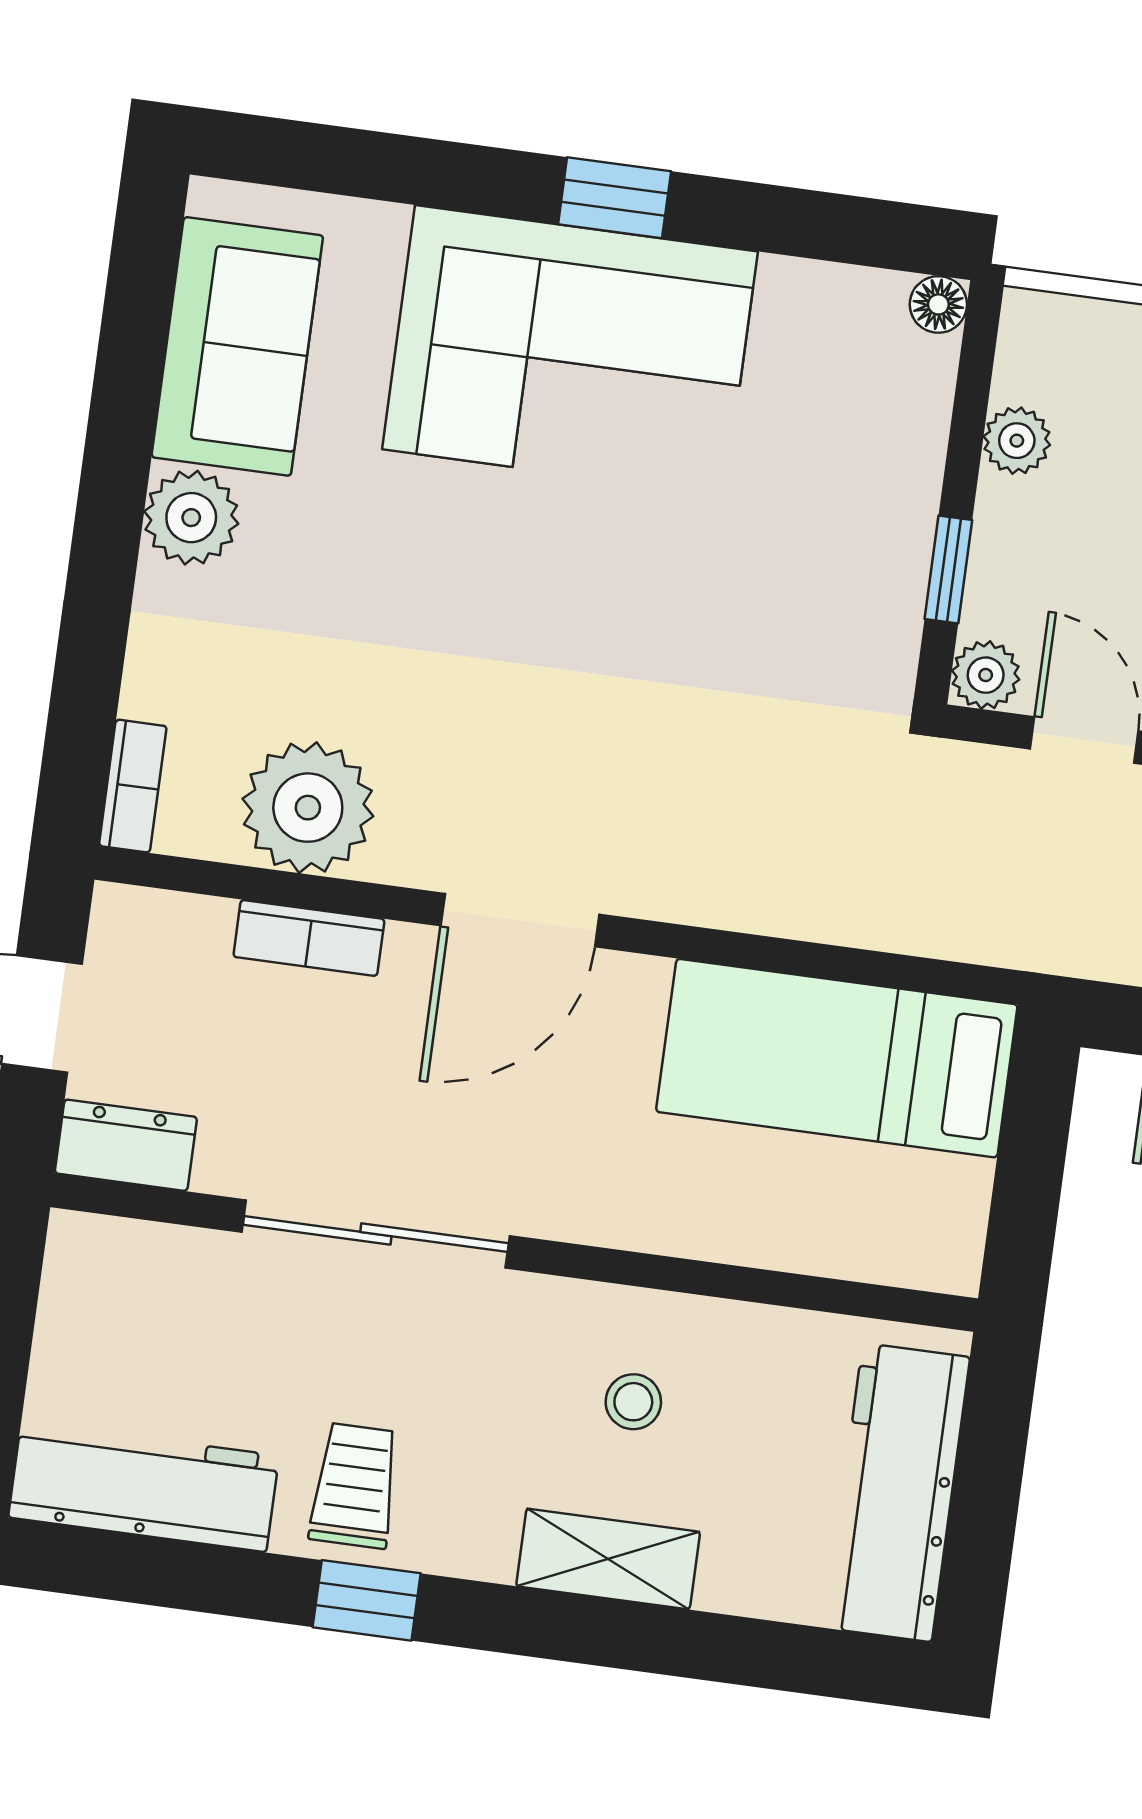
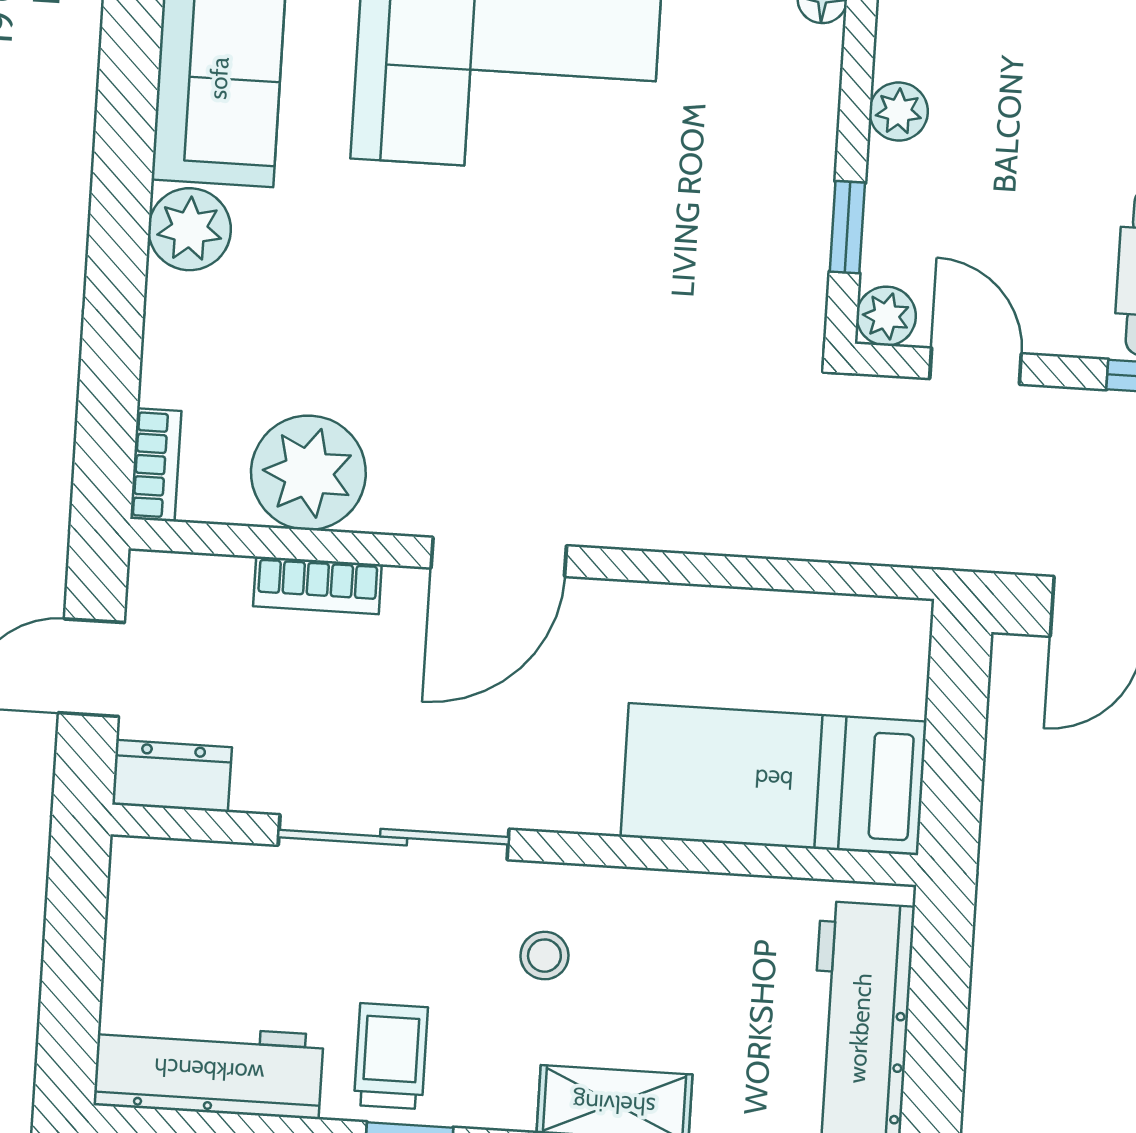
bed: (837, 1058) -> (774, 779), moved
stool: (633, 1402) -> (544, 956), moved

